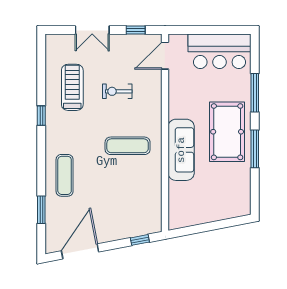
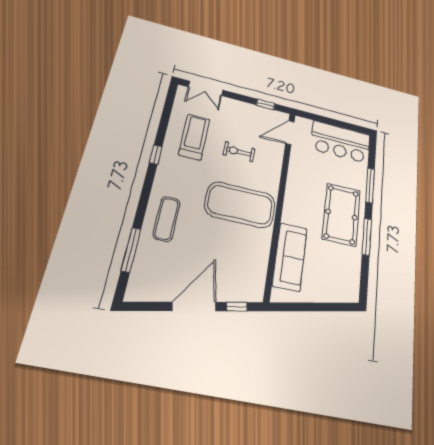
double door: (92, 30) -> (206, 88), moved
exercise mat: (128, 146) -> (240, 205), width x2.00, depth x1.45
sofa: (181, 150) -> (290, 257), moved
window: (41, 210) -> (131, 250), width x1.44
door: (80, 251) -> (194, 306), moved

